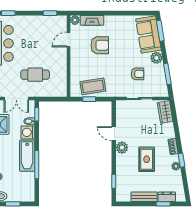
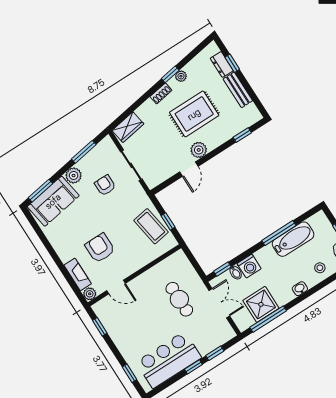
bathtub: (27, 156) -> (293, 239), moved
rug: (147, 159) -> (194, 114), width x1.36, depth x1.43

